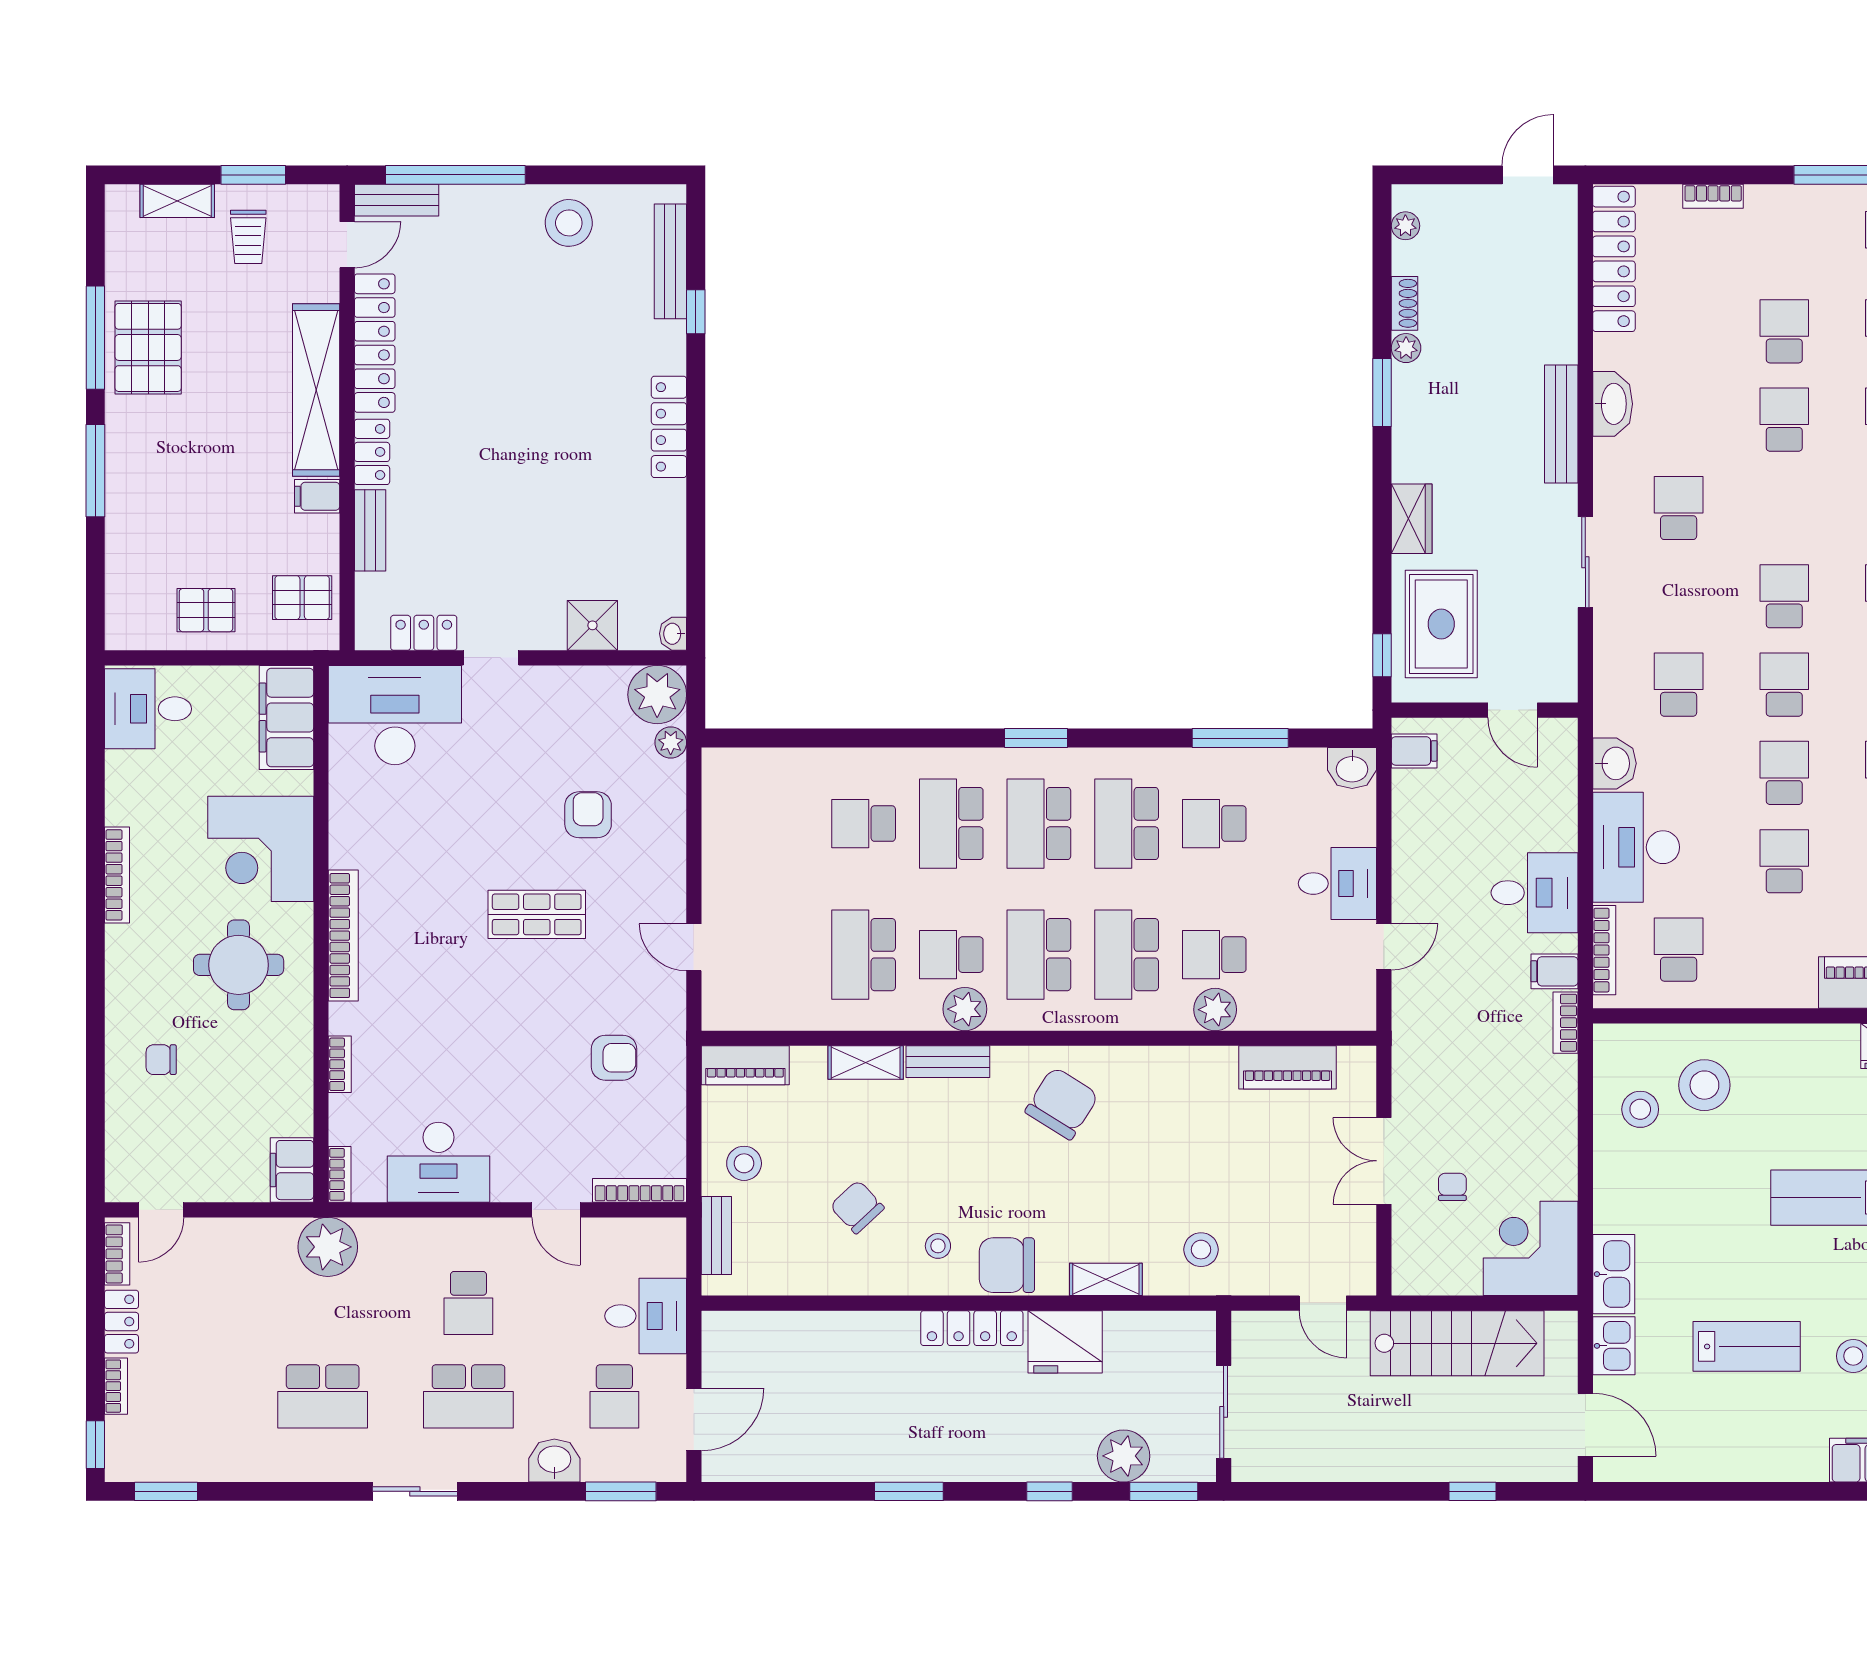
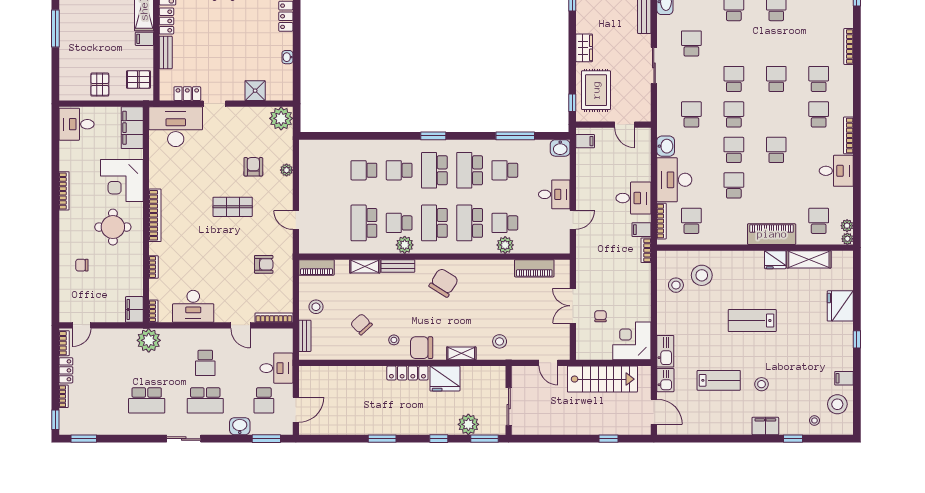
pallet: (206, 610) -> (100, 85), turned 90
washbasin: (673, 634) -> (287, 57), moved
plant: (671, 743) -> (287, 170), moved
school desk: (951, 824) -> (399, 170), width x0.54

